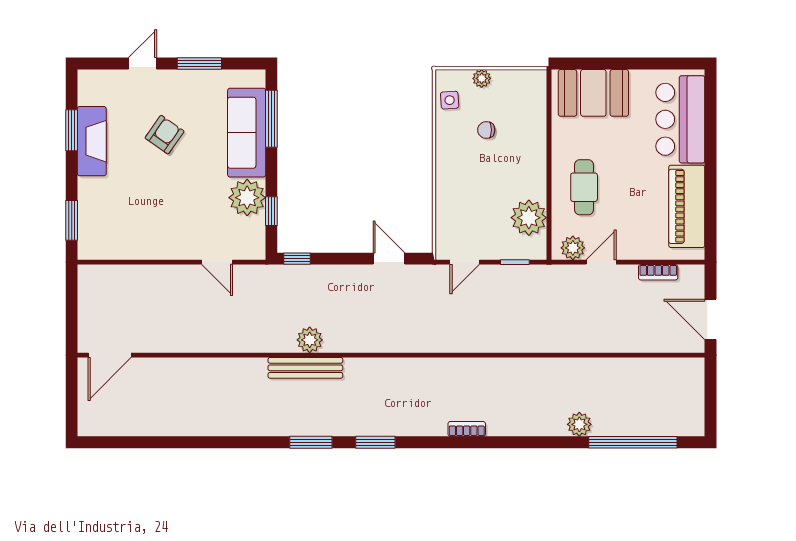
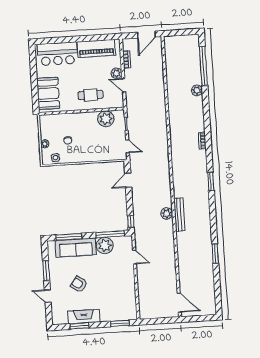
window: (271, 211) -> (110, 234), width x2.17
plant: (573, 248) -> (117, 73), moved
door: (217, 262) -> (135, 257), hinge flipped
window: (311, 442) -> (215, 254), moved

